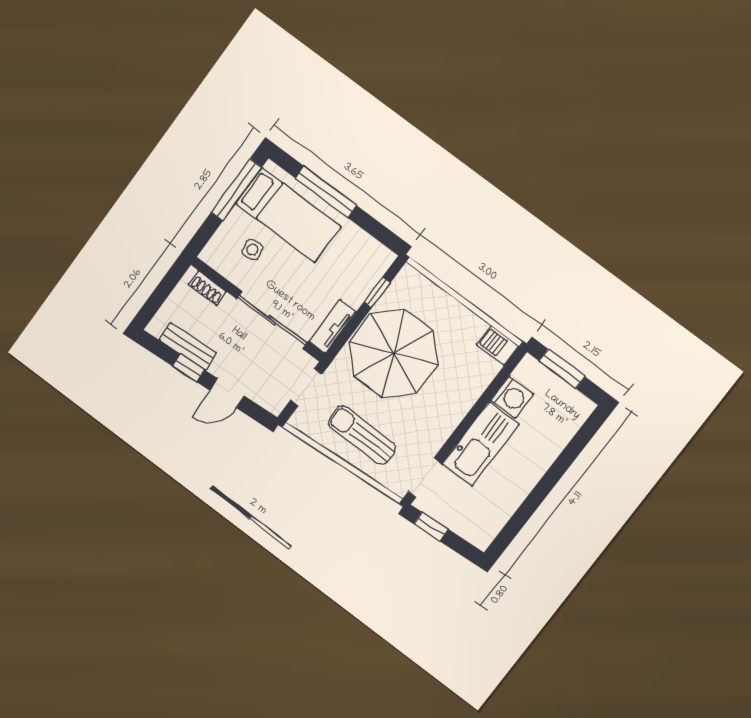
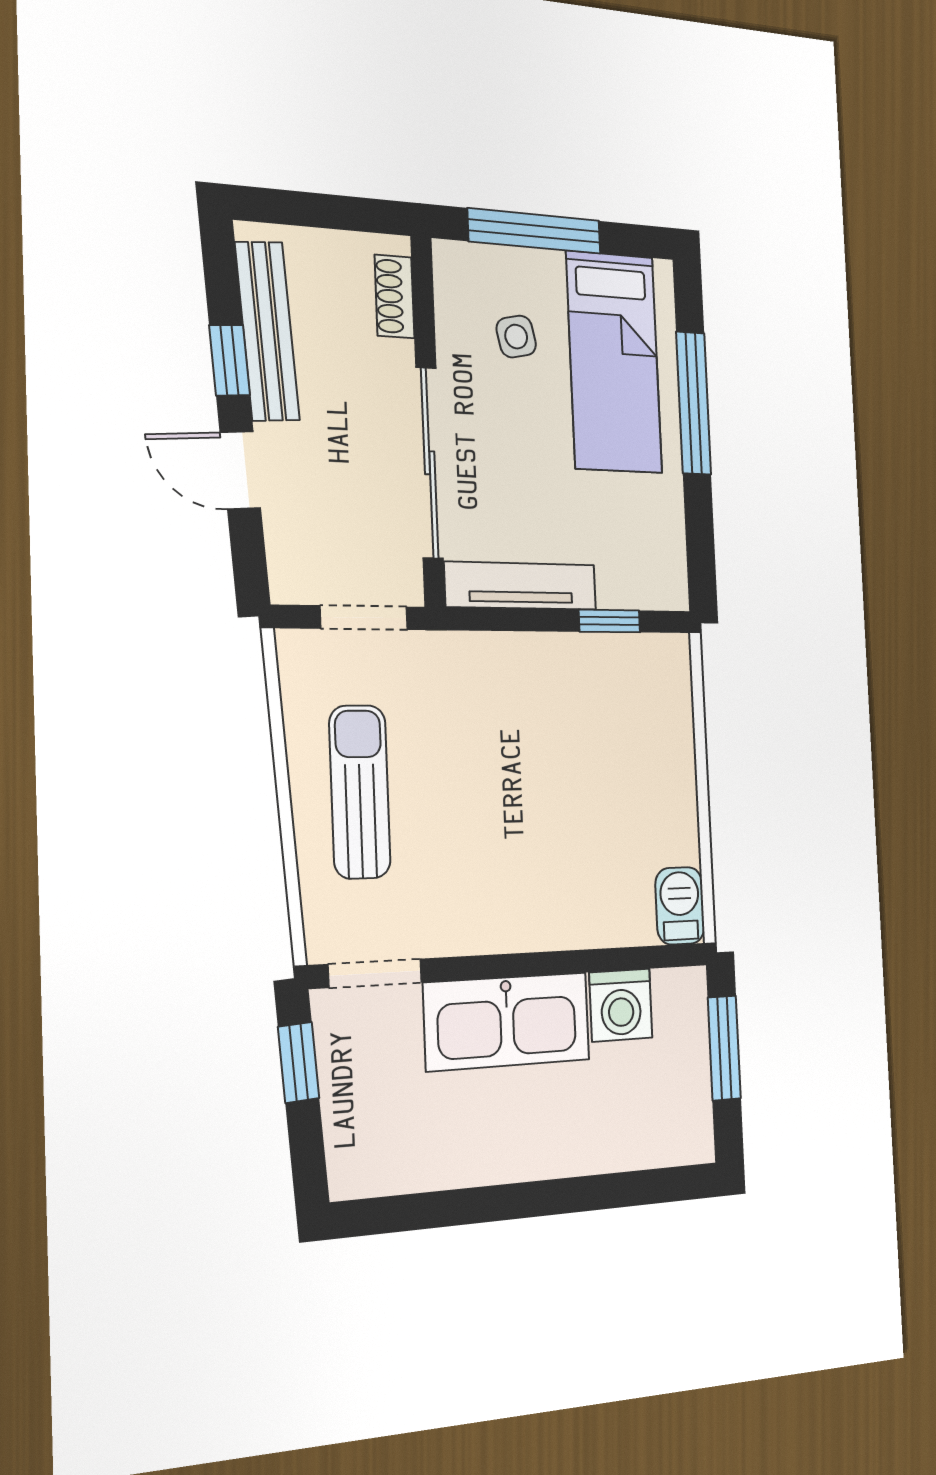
window: (236, 190) -> (535, 231), moved
tv unit: (333, 327) -> (521, 586), width x1.41
bench: (188, 346) -> (267, 331), width x1.36
parasol: (393, 354) -> (536, 733), removed

